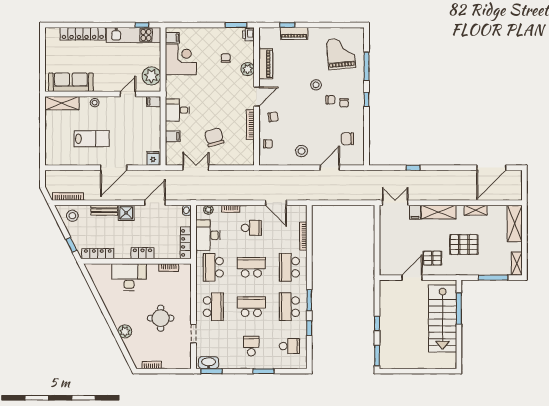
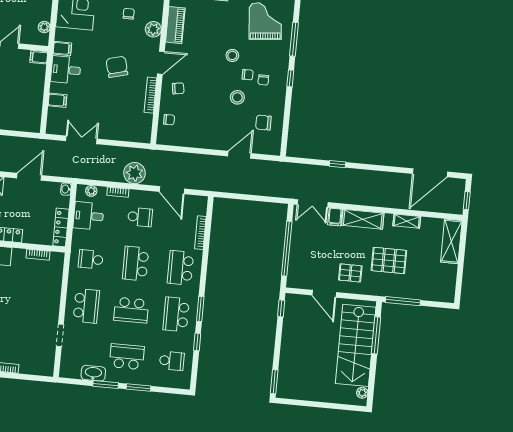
plant: (151, 76) -> (44, 27), width x0.53, depth x0.53
filing cabinet: (173, 92) -> (62, 48), added
chair: (214, 137) -> (117, 67), moved
stool: (302, 151) -> (237, 97), moved
fridge: (153, 158) -> (32, 124), removed
window: (524, 188) -> (467, 201), added
plant: (243, 191) -> (135, 173), added
double door: (395, 203) -> (313, 203), swing flipped
desk: (208, 235) -> (88, 216), width x0.73
window: (377, 243) -> (287, 249), added
shelving: (517, 264) -> (449, 289), removed
school desk: (213, 267) -> (91, 259), width x0.54
school desk: (251, 267) -> (136, 264), turned -90
door: (412, 278) -> (324, 294), swing flipped
window: (493, 278) -> (403, 301), moved
school desk: (251, 307) -> (131, 310), turned 180
round table: (161, 318) -> (23, 314), removed
window: (377, 324) -> (281, 308), moved
school desk: (251, 346) -> (127, 357), width x1.85
plant: (452, 358) -> (362, 393), added
washbasin: (209, 363) -> (93, 373), moved
window: (211, 371) -> (106, 384), moved

